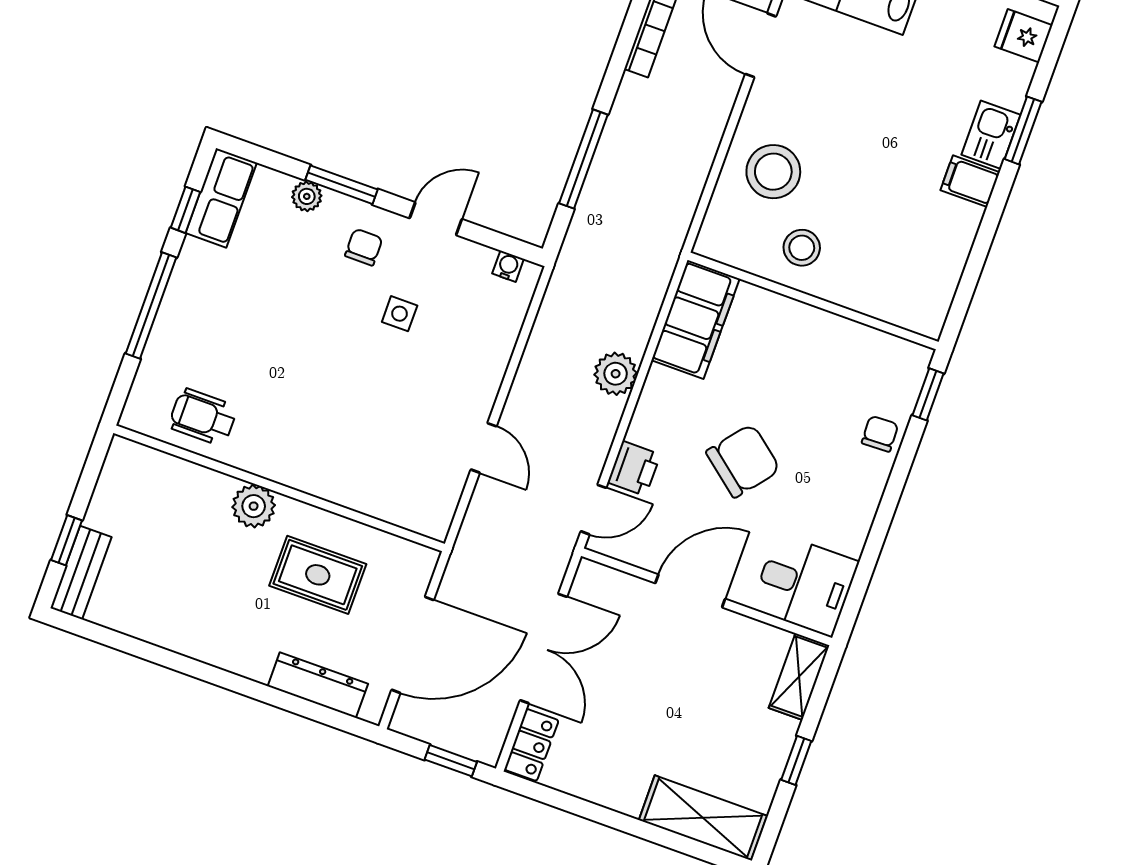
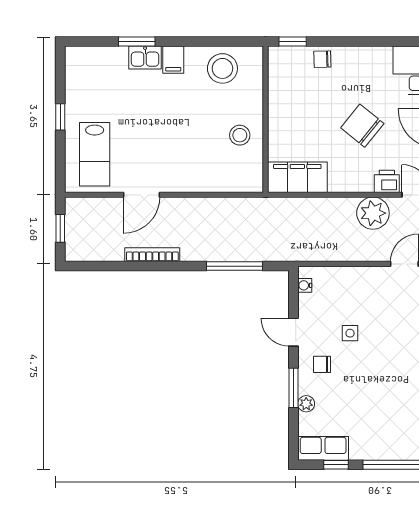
fridge: (1023, 36) -> (87, 59), removed
stool: (773, 172) -> (222, 68), moved
plant: (616, 374) -> (373, 213), moved, width x1.36, depth x1.36

